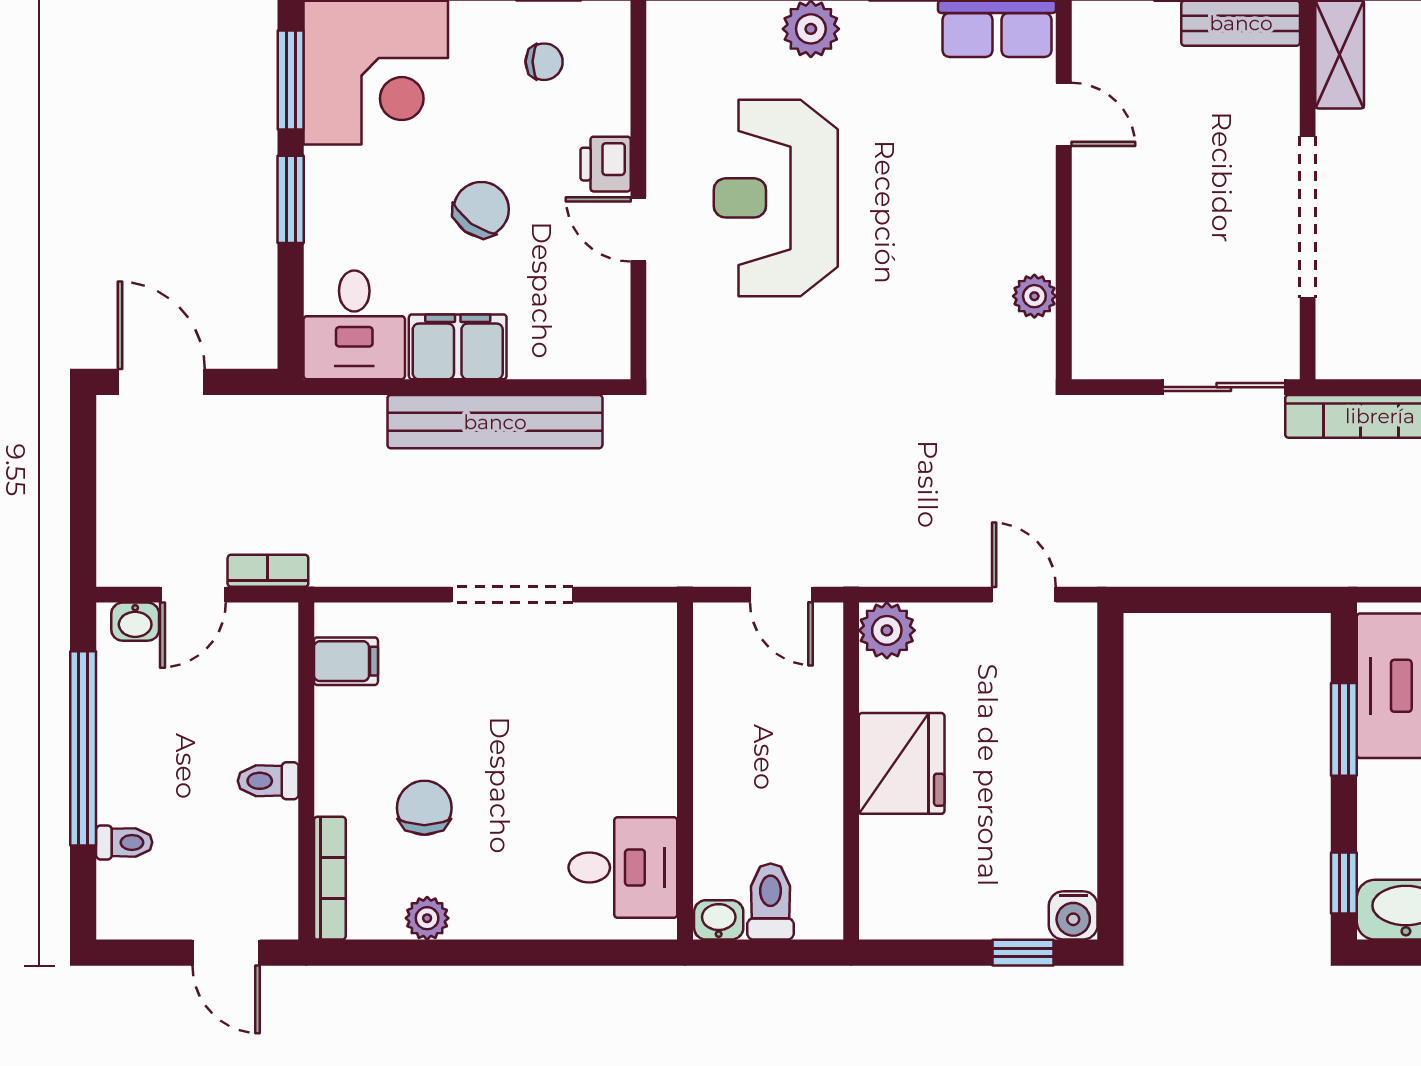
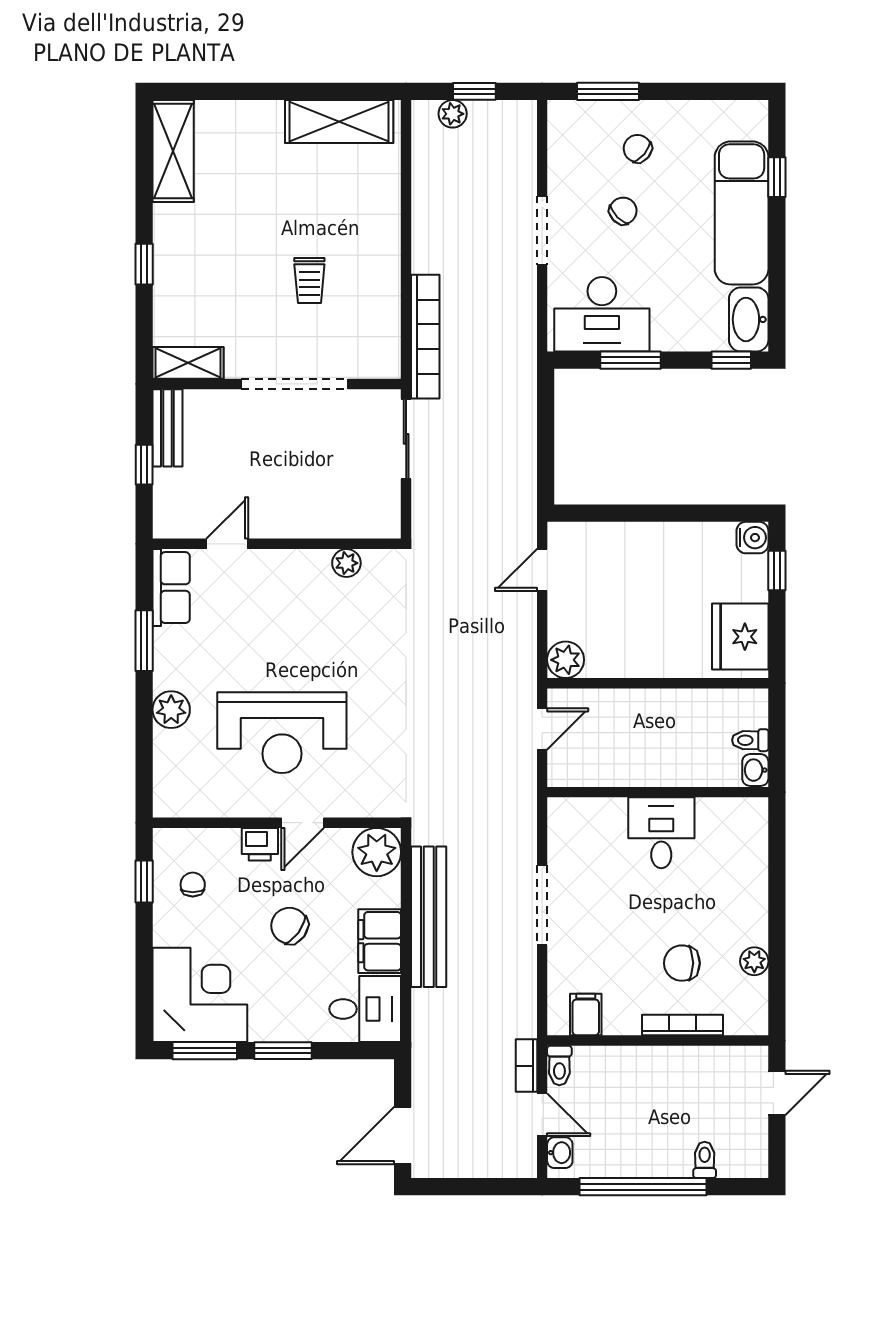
plant: (594, 342) -> (377, 852), added
fridge: (902, 763) -> (740, 637), moved, turned -90
toilet: (268, 781) -> (559, 1065), moved
desk: (623, 868) -> (661, 833), moved
bookcase: (330, 878) -> (682, 1025), moved
toilet: (771, 901) -> (750, 740), width x0.73, depth x0.72

